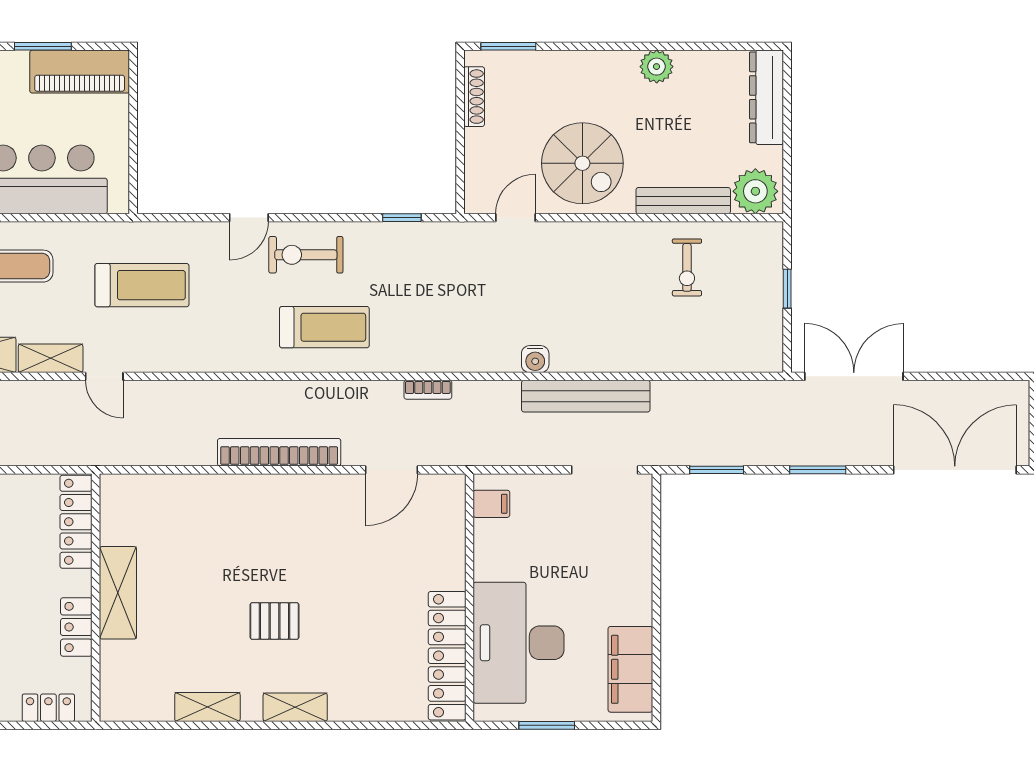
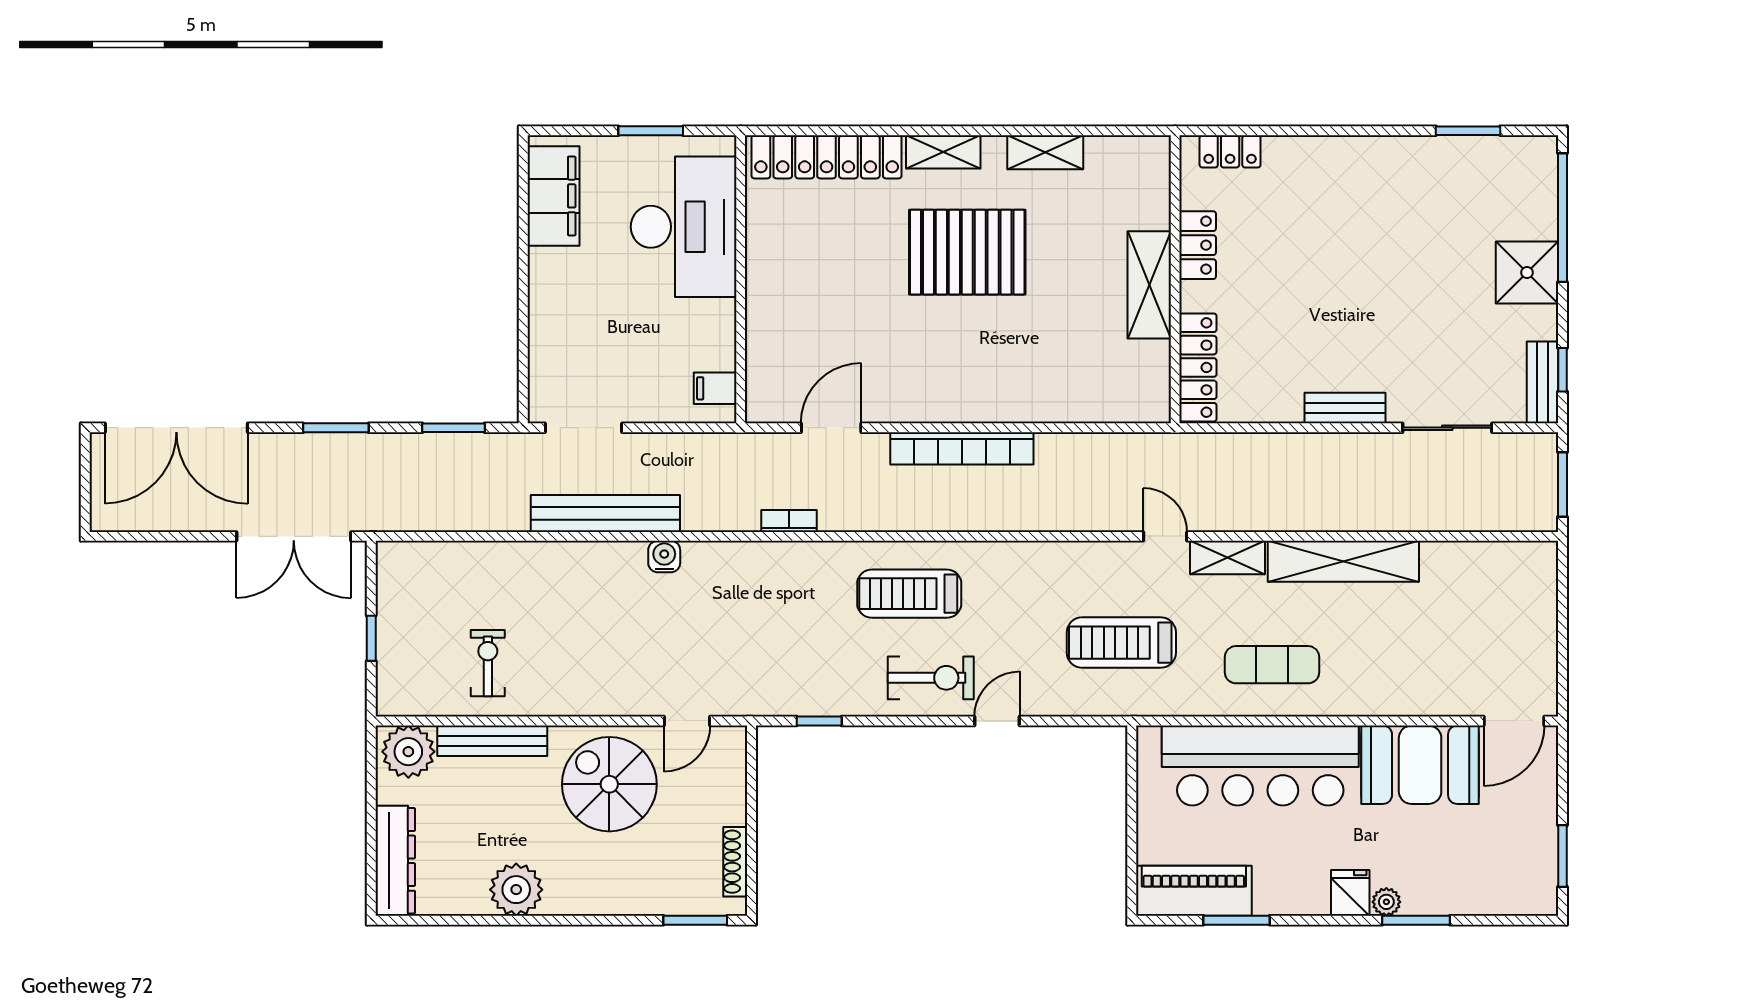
plant: (657, 67) -> (516, 890), width x1.36, depth x1.36
pallet: (274, 621) -> (967, 252), width x2.05, depth x2.00
locker: (447, 656) -> (827, 157), moved, turned 90

